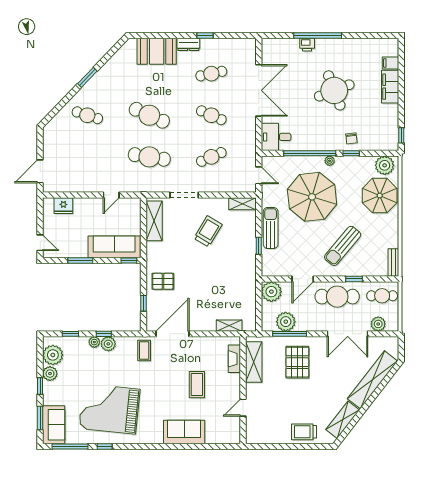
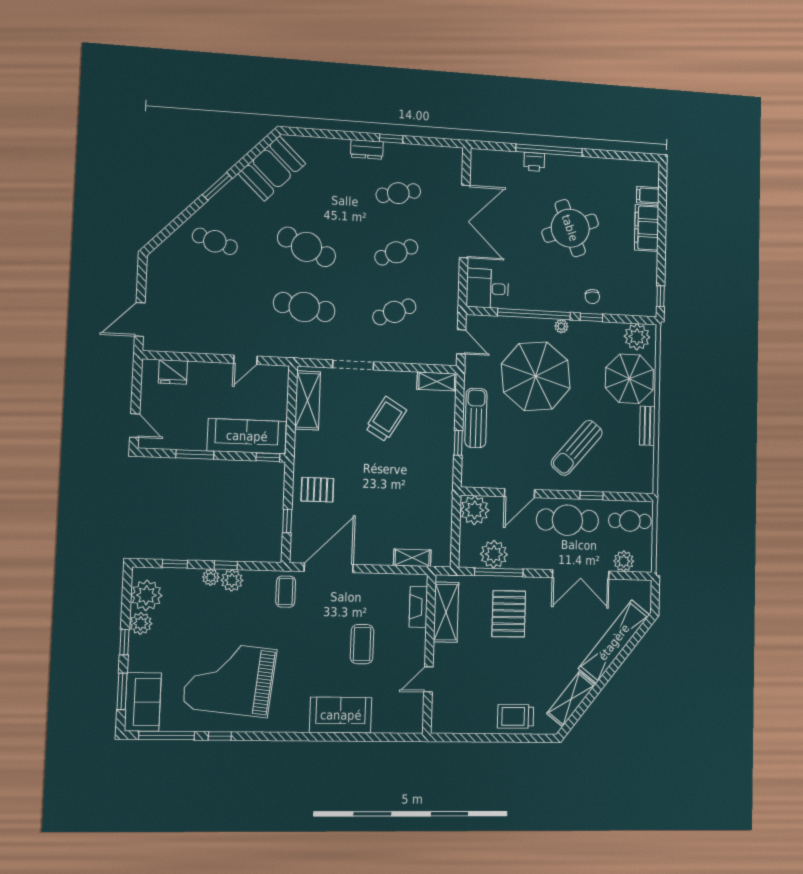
booth: (157, 51) -> (272, 168), moved, turned -46
cafe table: (211, 115) -> (396, 252), turned -48
bench: (393, 262) -> (647, 426), moved

